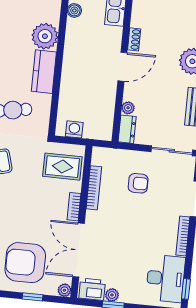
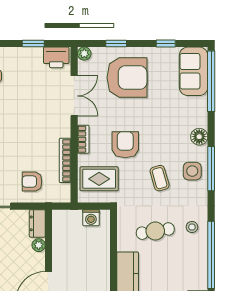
armchair: (138, 183) -> (32, 182), moved
armchair: (34, 197) -> (125, 145), added
double door: (79, 250) -> (74, 96), width x0.73
plant: (112, 295) -> (36, 54), removed

